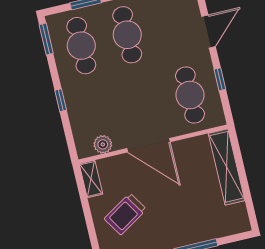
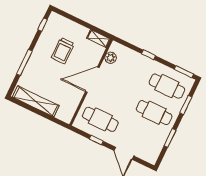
shelving: (227, 167) -> (36, 101), moved
trolley: (125, 214) -> (63, 51), moved, turned -148

